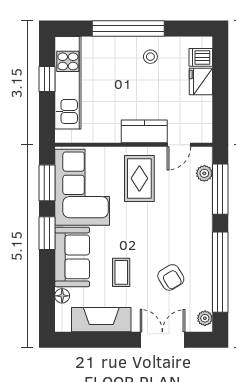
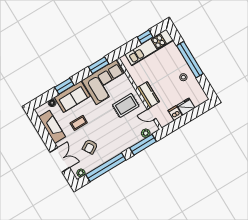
dishwasher: (201, 57) -> (175, 113), moved
window: (47, 233) -> (64, 86), moved

